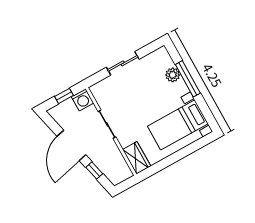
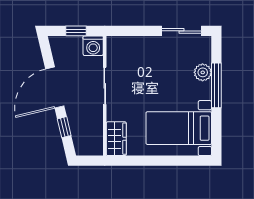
sliding door: (123, 63) -> (182, 31), moved

